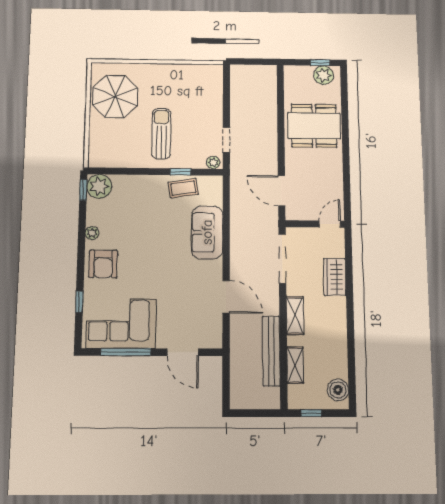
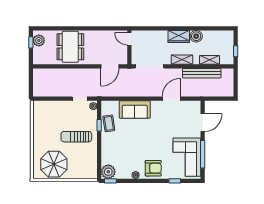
wardrobe: (335, 277) -> (179, 37), moved
boiler: (338, 390) -> (196, 36), moved

